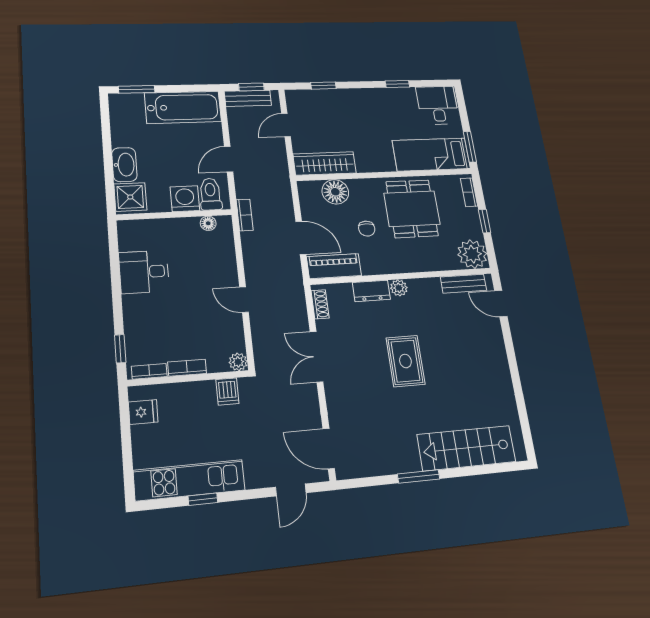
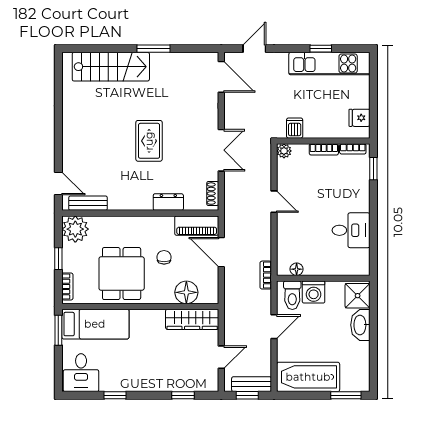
plant: (399, 288) -> (145, 203), removed

